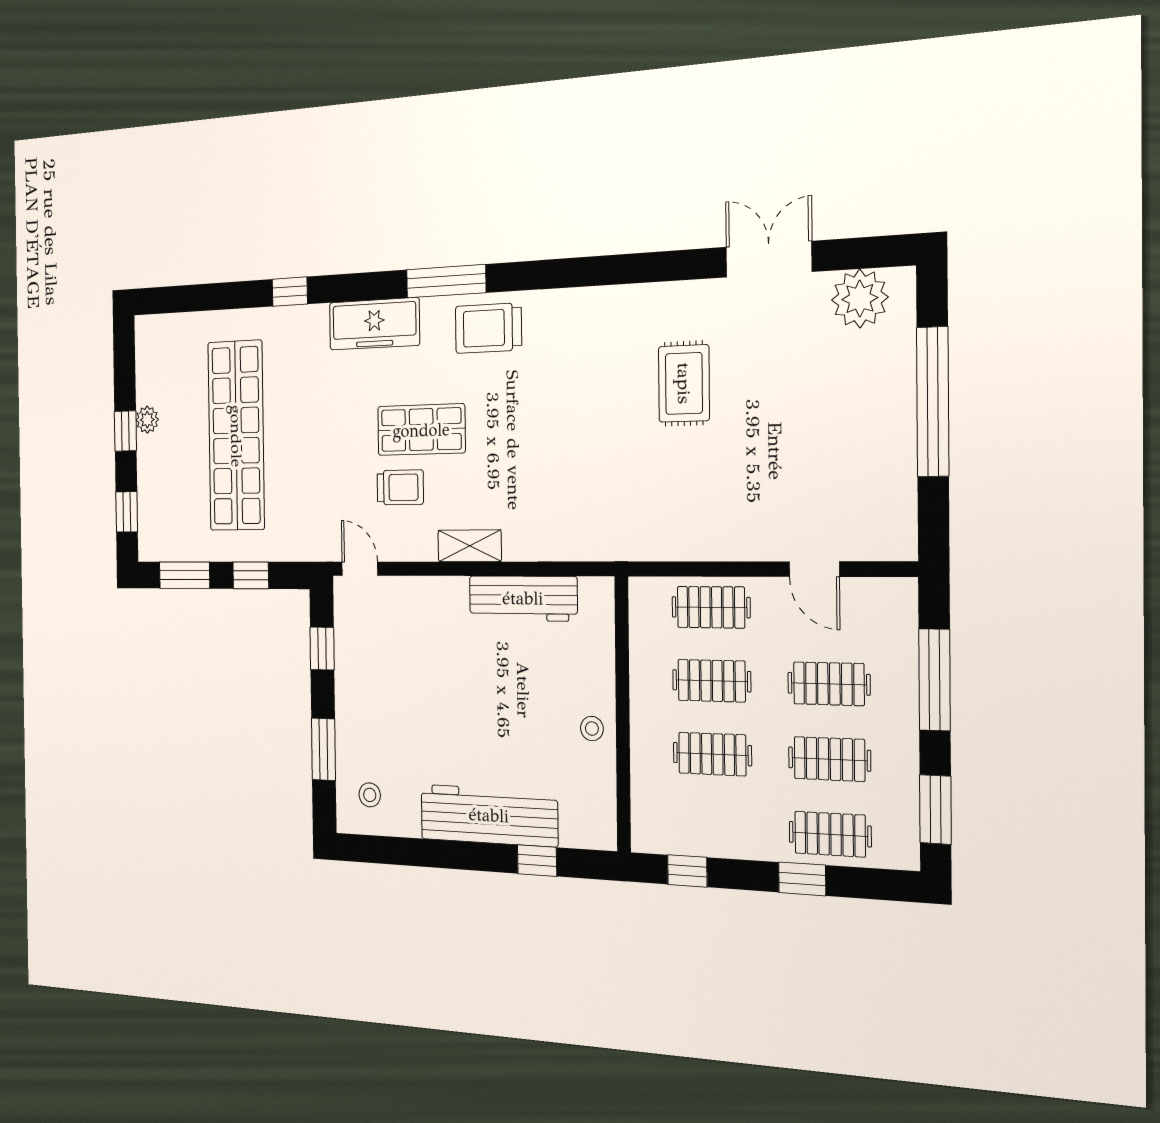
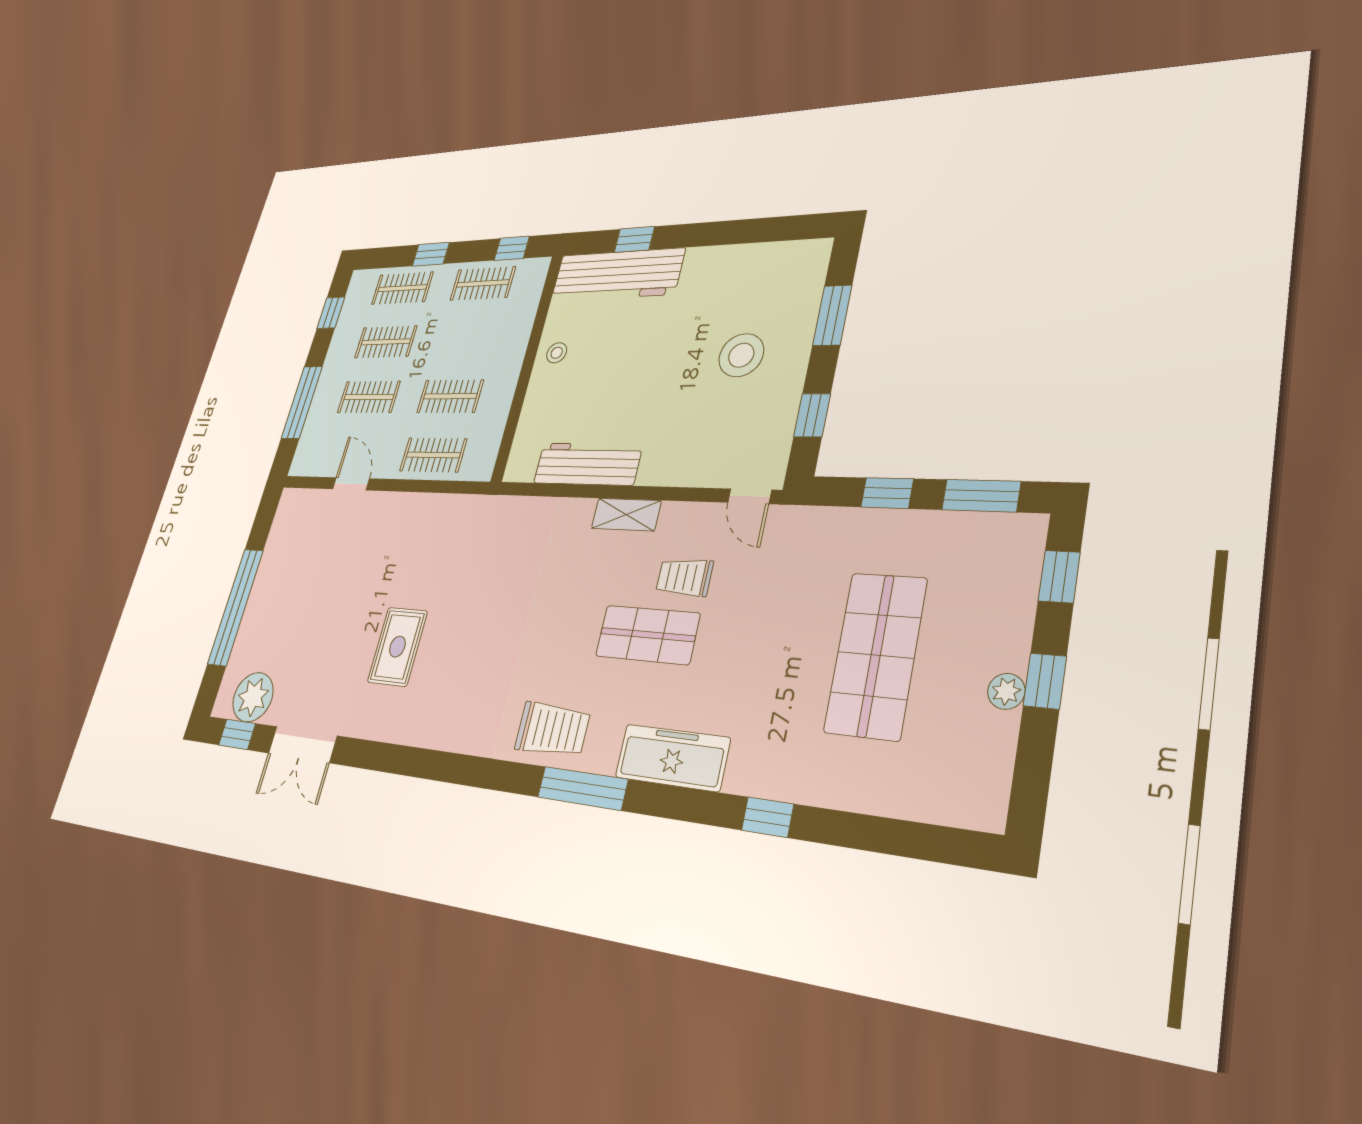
window: (866, 253) -> (237, 734), added
shop shelf: (236, 436) -> (876, 655), width x0.71
clothes rail: (712, 754) -> (483, 283), moved
stool: (370, 795) -> (741, 355), moved, width x1.89, depth x1.89
window: (935, 809) -> (331, 313), width x0.67
workbench: (489, 815) -> (617, 275), moved

